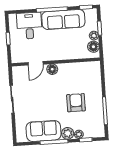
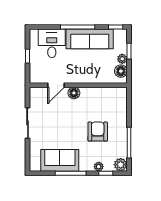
plant: (68, 133) -> (121, 165), moved

